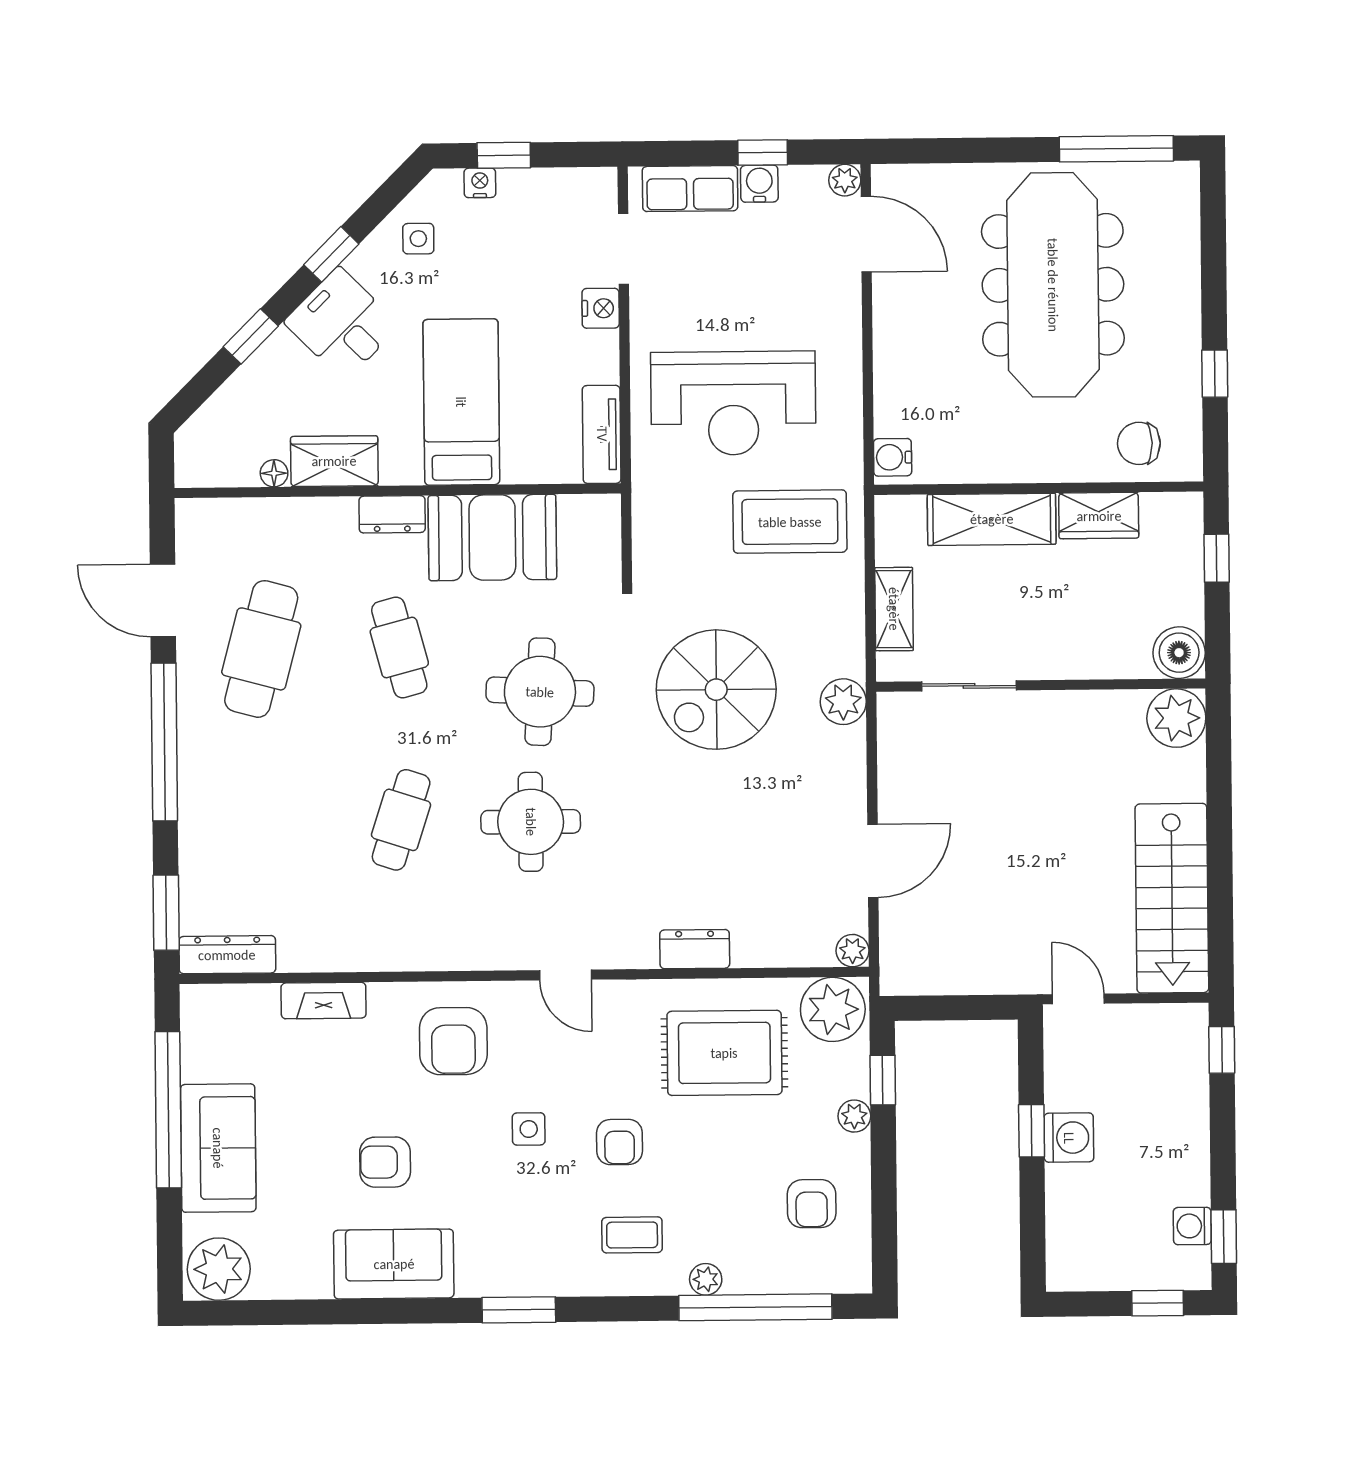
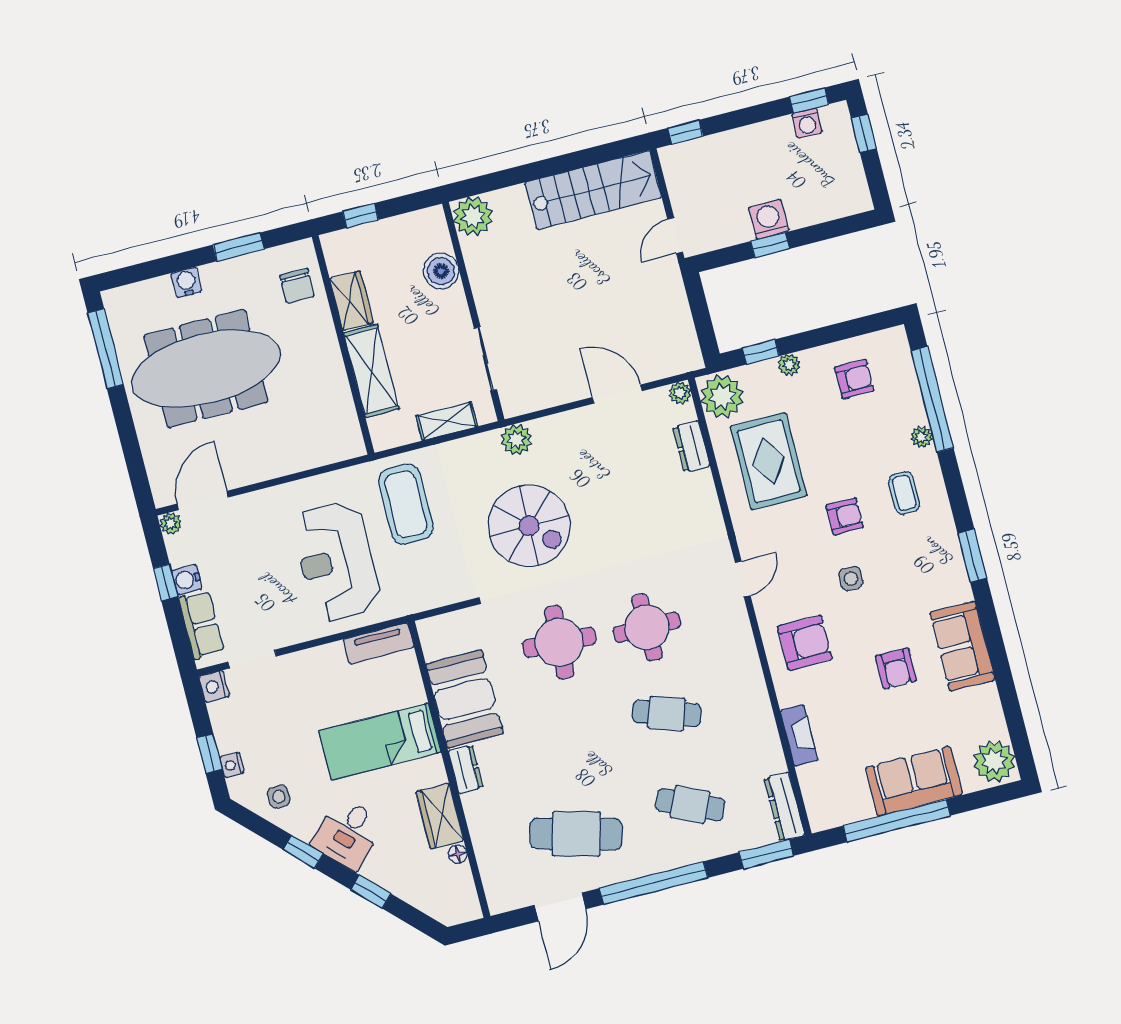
nightstand: (601, 308) -> (214, 686), moved, turned -90
window: (1215, 374) -> (239, 247), width x1.50
reception desk: (733, 403) -> (336, 561), turned 180
water cooler: (893, 457) -> (186, 282), moved, turned 180
cafe table: (399, 647) -> (690, 805), moved, turned 39
boiler: (1179, 653) -> (441, 271), moved
dresser: (695, 949) -> (691, 446), moved

